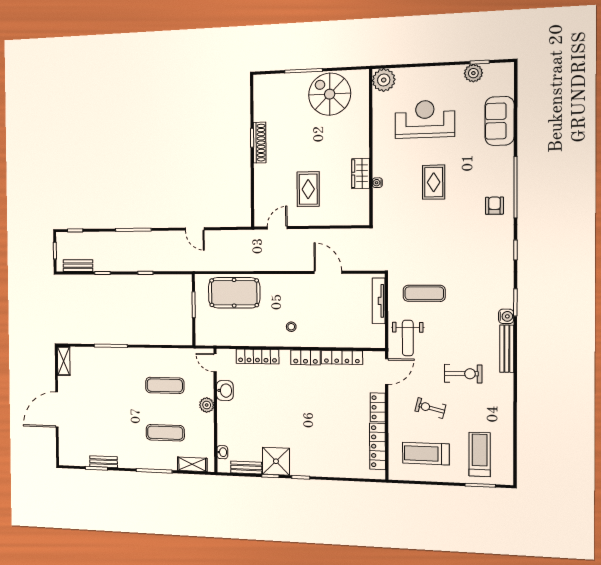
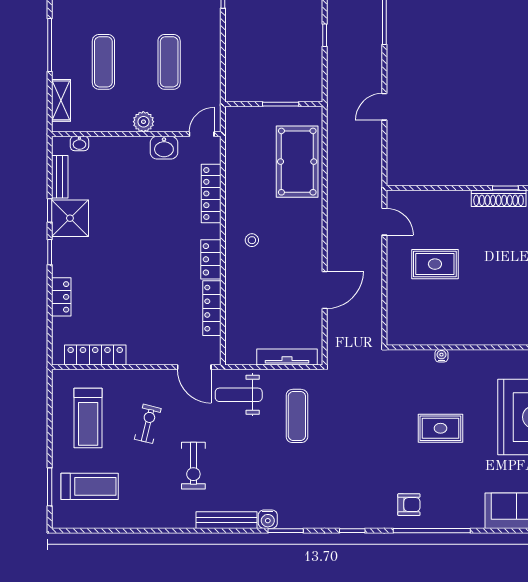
wardrobe: (361, 173) -> (454, 334), removed
locker: (378, 407) -> (61, 297), moved, turned 90
treadmill: (426, 454) -> (88, 418), turned 180

